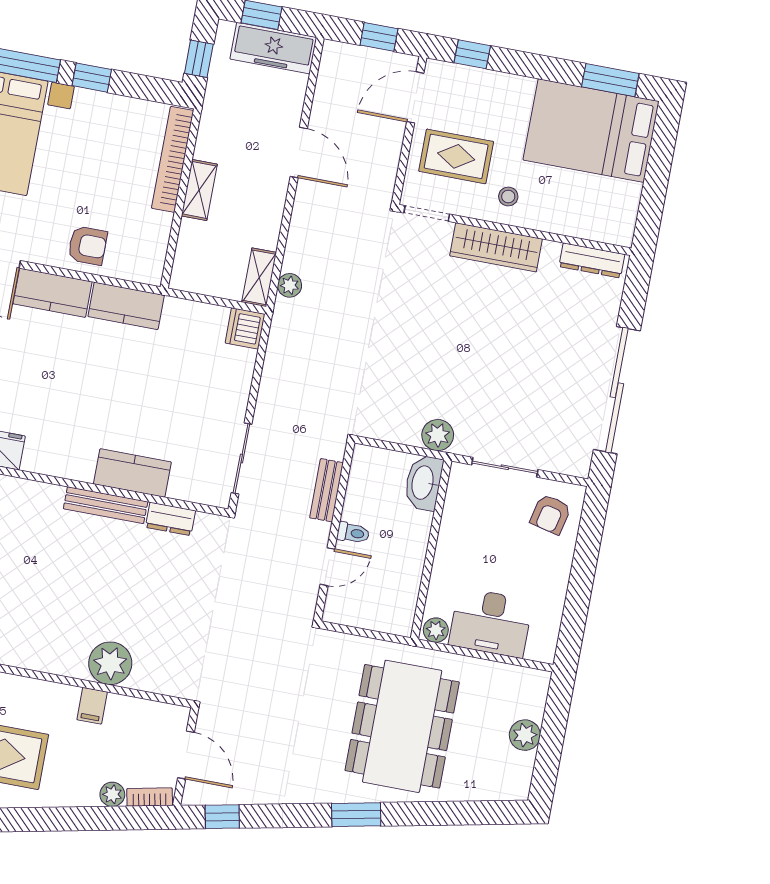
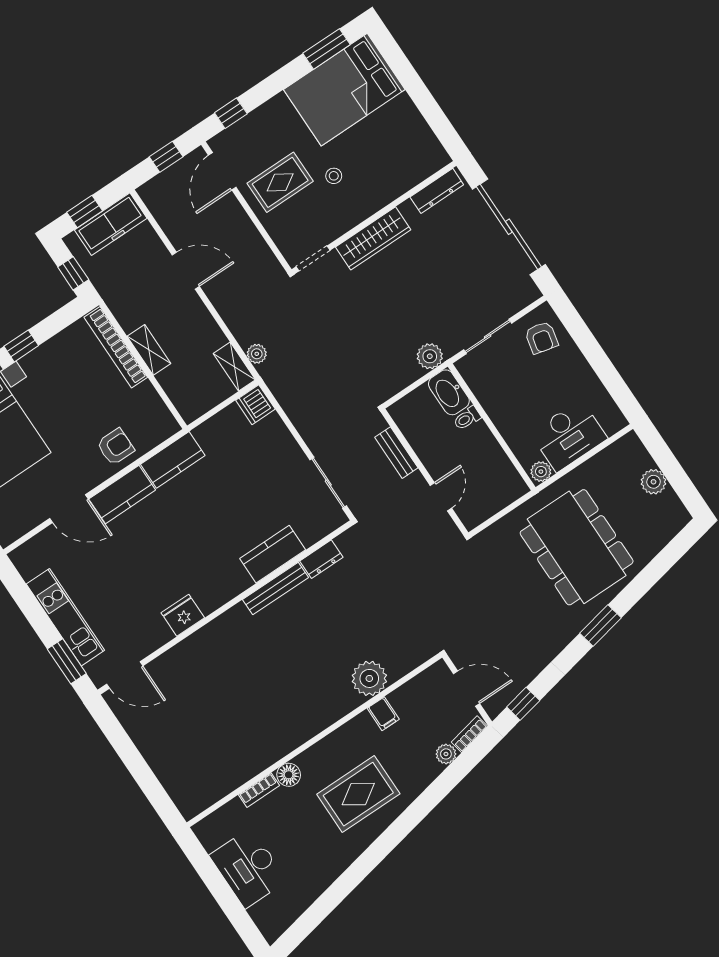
doorway: (427, 214) -> (313, 258), moved
wall: (515, 230) -> (374, 217), moved
wardrobe: (496, 247) -> (373, 238), moved
dresser: (592, 260) -> (437, 191), moved
toilet: (353, 533) -> (467, 418), moved, turned 180

